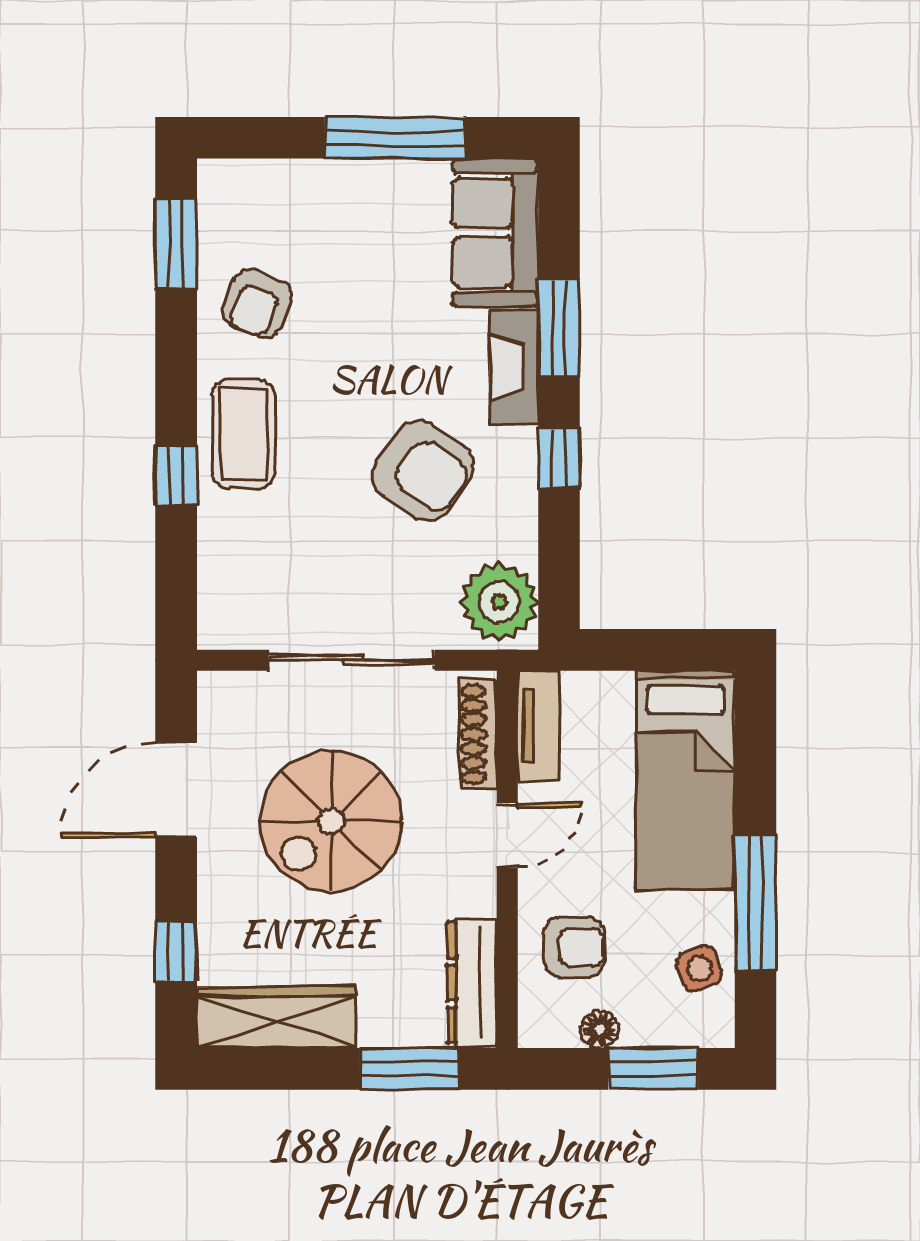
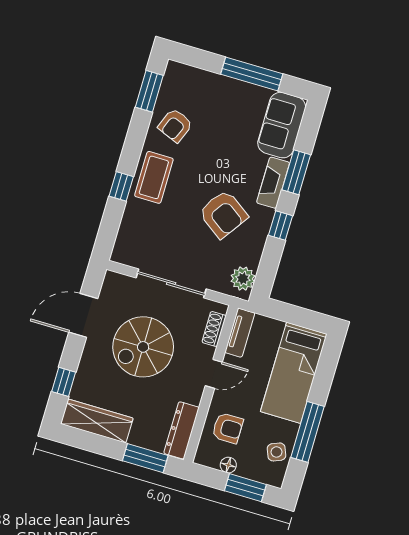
plant: (499, 602) -> (243, 279), width x0.73, depth x0.73
shoe rack: (478, 734) -> (214, 329), width x0.70

